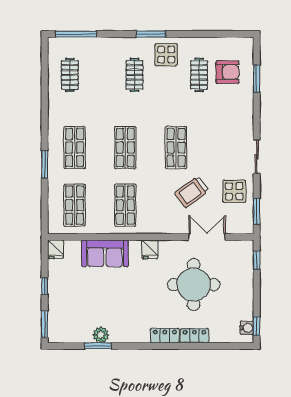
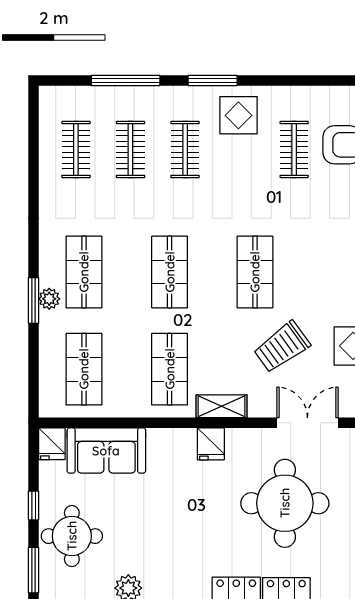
window: (76, 34) -> (126, 81), moved
clothes rail: (102, 75) -> (130, 149), added
plant: (54, 163) -> (49, 299), added
shelving: (156, 227) -> (222, 406), added
sofa: (105, 253) -> (106, 451), moved
round table: (67, 304) -> (72, 536), added

